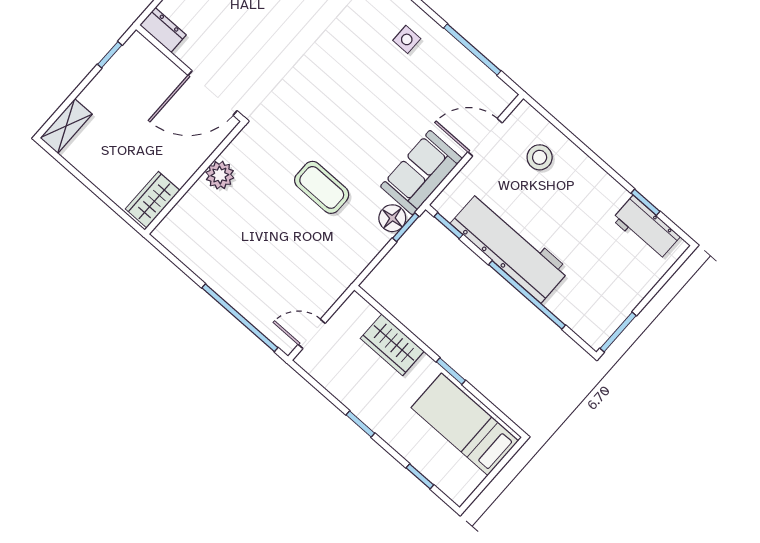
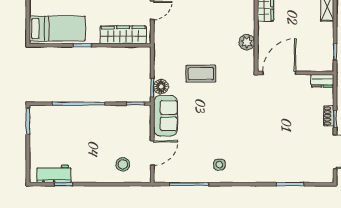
workbench: (510, 247) -> (103, 117), removed
wardrobe: (392, 345) -> (123, 35), width x1.50

